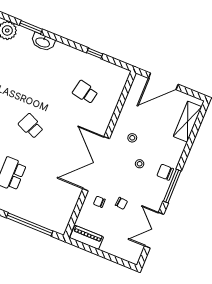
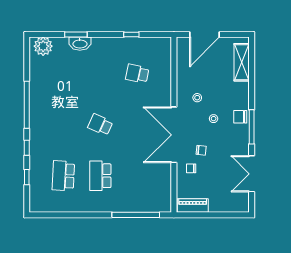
window: (31, 27) -> (76, 34), moved
chair: (121, 203) -> (201, 150), moved

